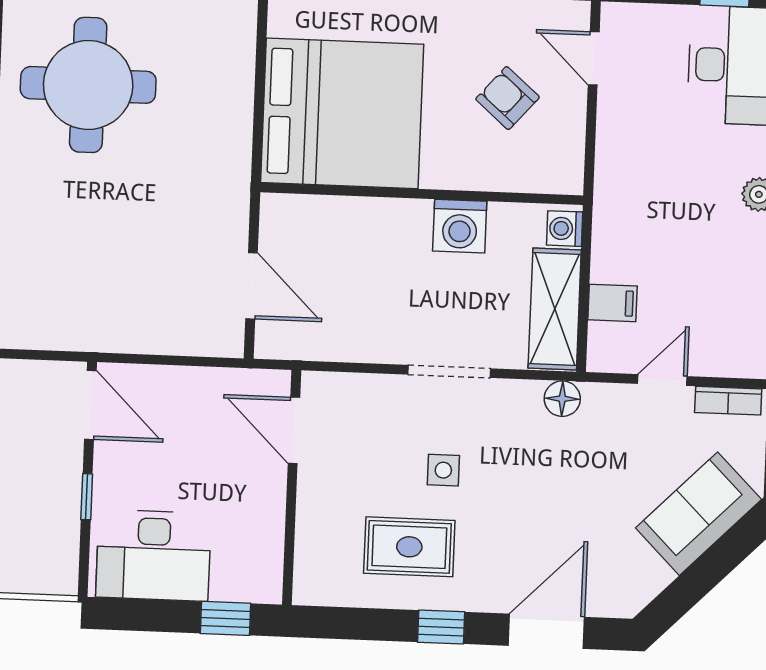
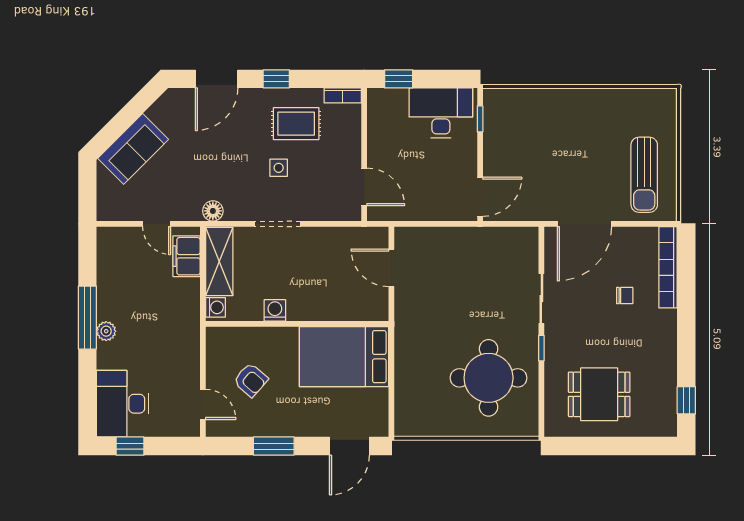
bed: (342, 113) -> (344, 357), width x0.73
washing machine: (460, 226) -> (275, 310), width x0.73, depth x0.73
filing cabinet: (613, 303) -> (187, 256), width x2.00
door: (662, 380) -> (157, 224), hinge flipped
bookcase: (728, 401) -> (343, 95), moved, turned 180
door: (90, 405) -> (480, 197), swing flipped
window: (87, 497) -> (480, 119), moved

